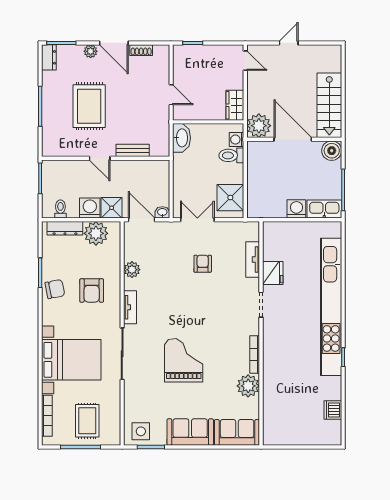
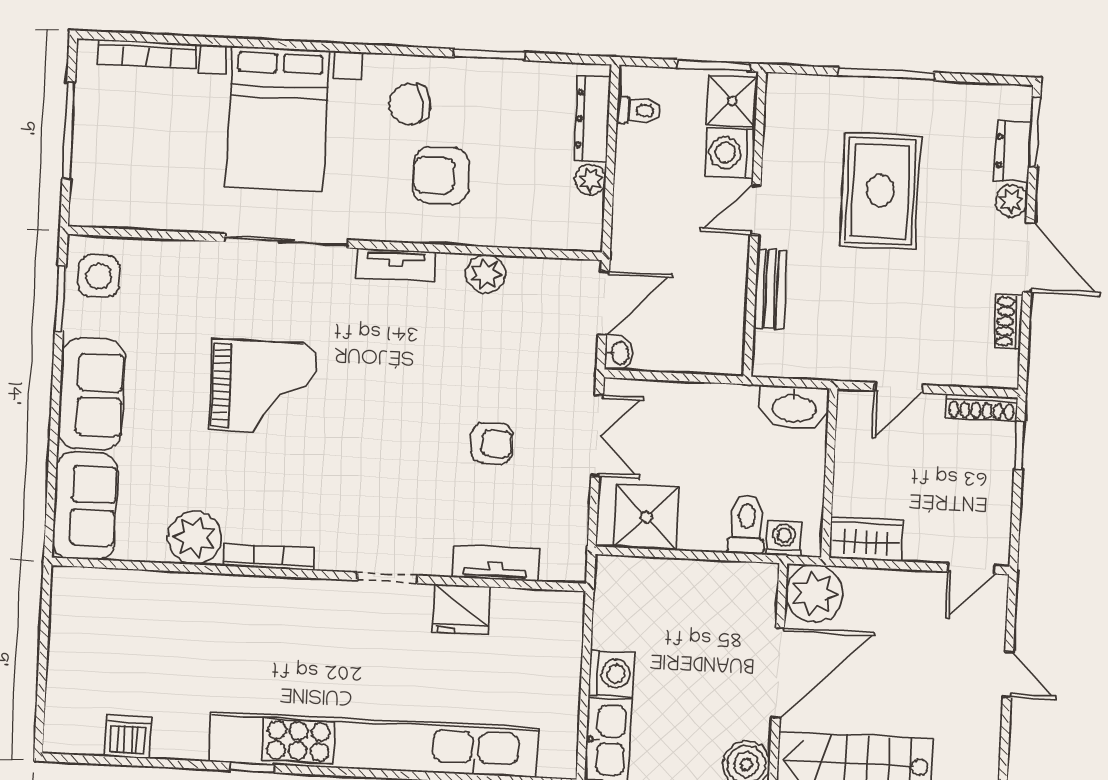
door: (114, 43) -> (1028, 257), swing flipped
dresser: (49, 57) -> (1013, 151), moved, turned 90
shoe rack: (178, 60) -> (981, 408), added
rug: (89, 106) -> (881, 191), turned 90
washing machine: (90, 208) -> (730, 153), moved, turned 180
shower: (112, 208) -> (732, 101), moved
plant: (96, 233) -> (591, 180), width x0.53, depth x0.53
chair: (55, 289) -> (410, 104), moved, turned 93
rug: (87, 421) -> (131, 150), removed

